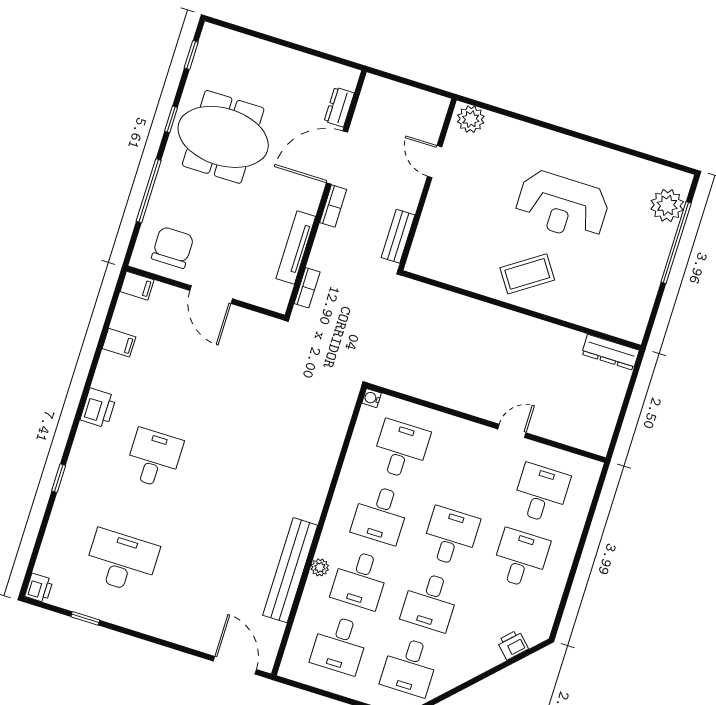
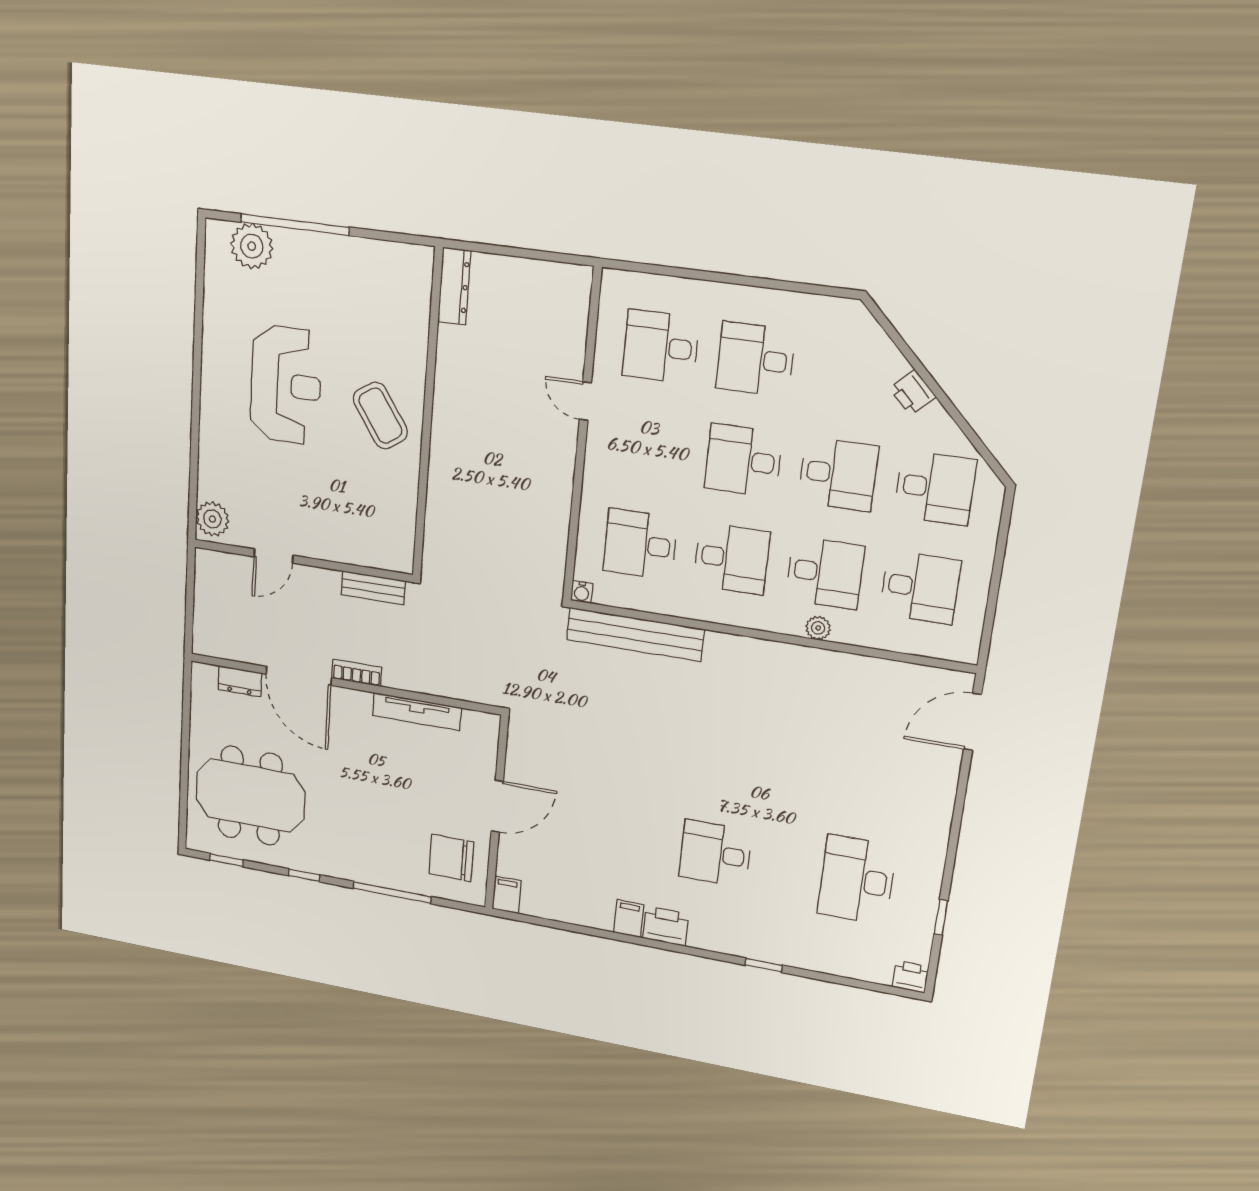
meeting table: (223, 137) -> (250, 796), moved, turned 90
bookcase: (307, 288) -> (462, 691), removed
filing cabinet: (119, 343) -> (629, 919), moved
bench: (290, 570) -> (635, 634), moved
printer: (513, 645) -> (913, 393), moved

